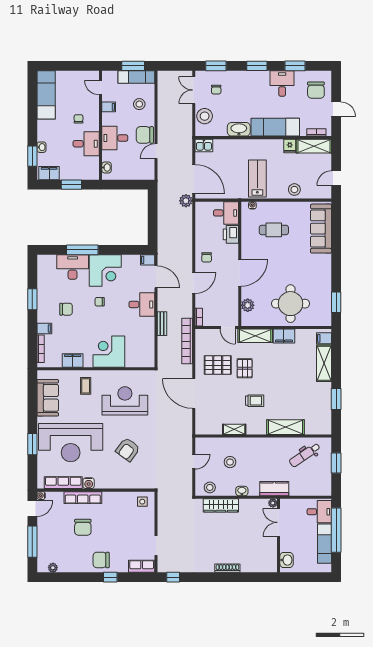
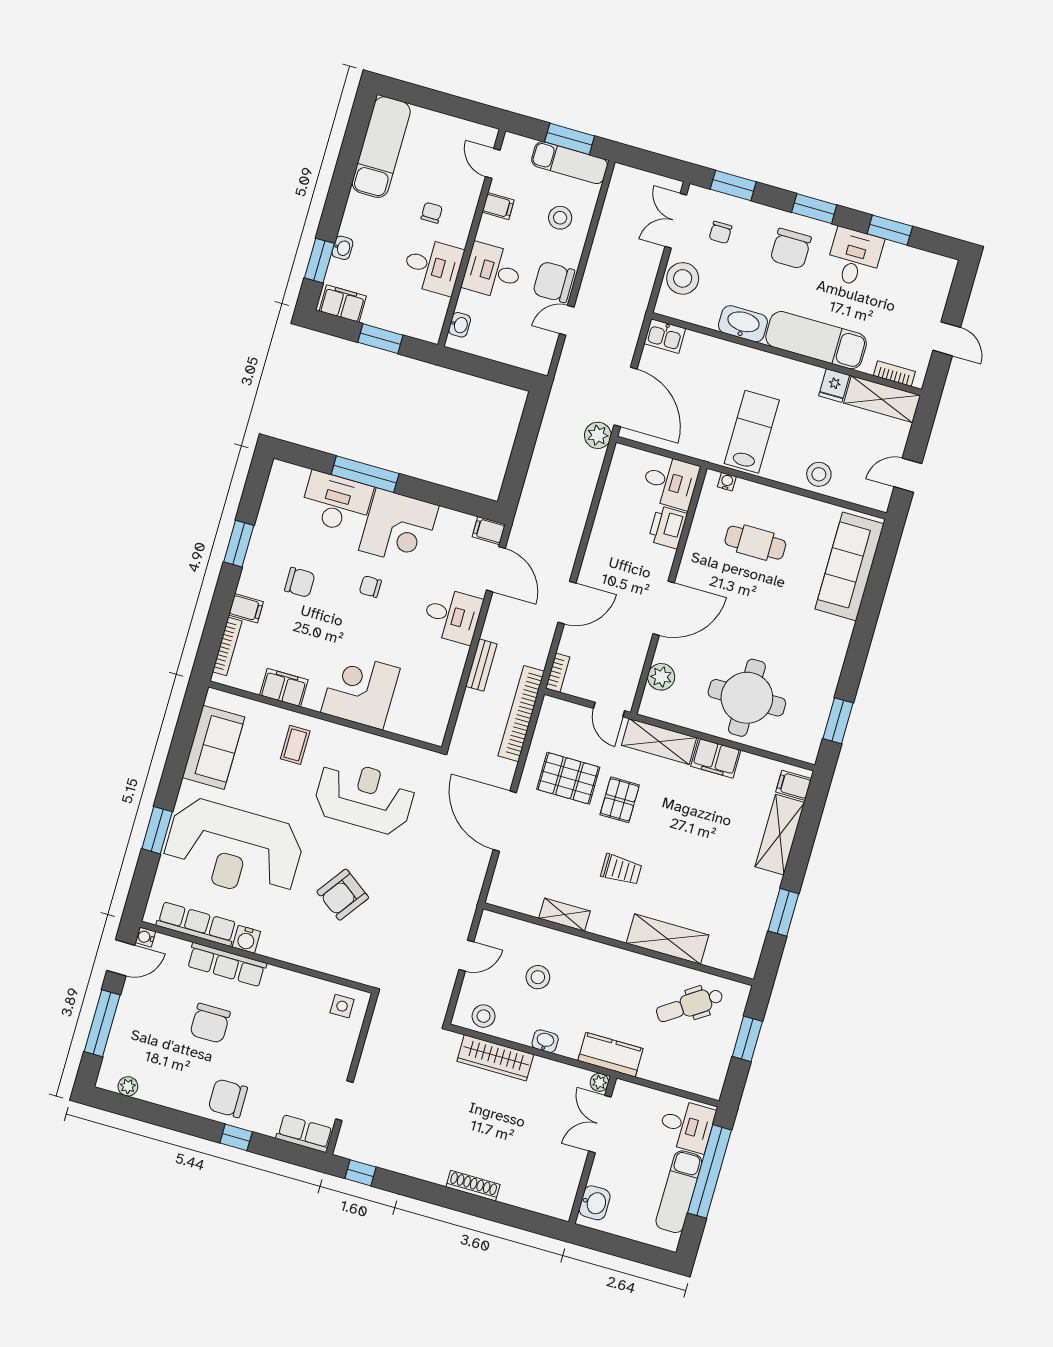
chair: (316, 90) -> (791, 249), moved
chair: (207, 257) -> (607, 559), removed

